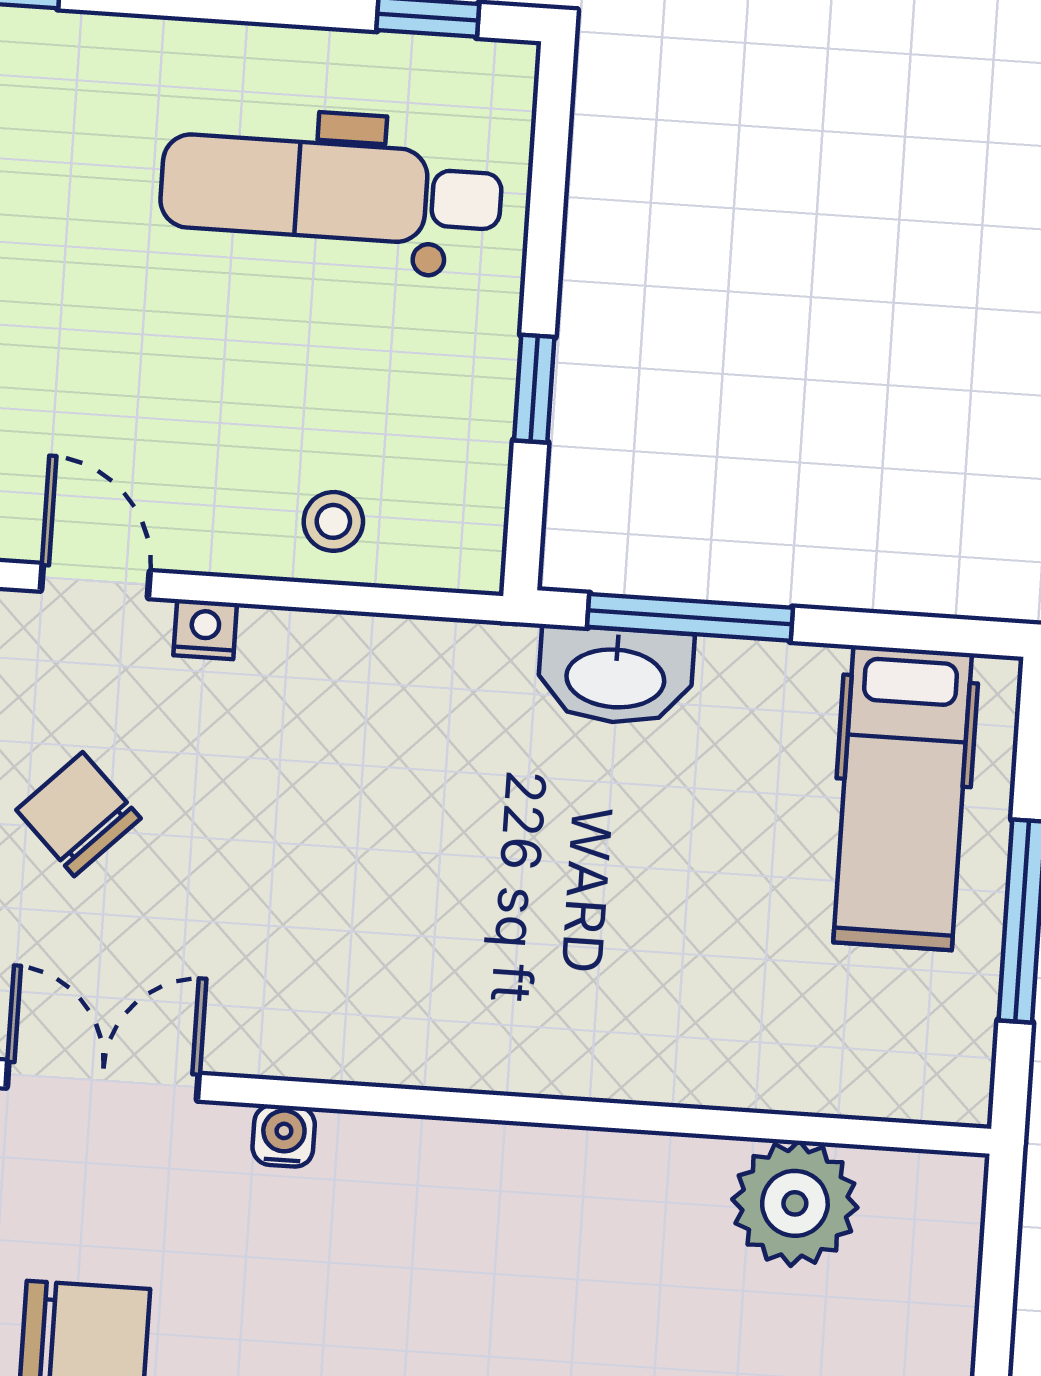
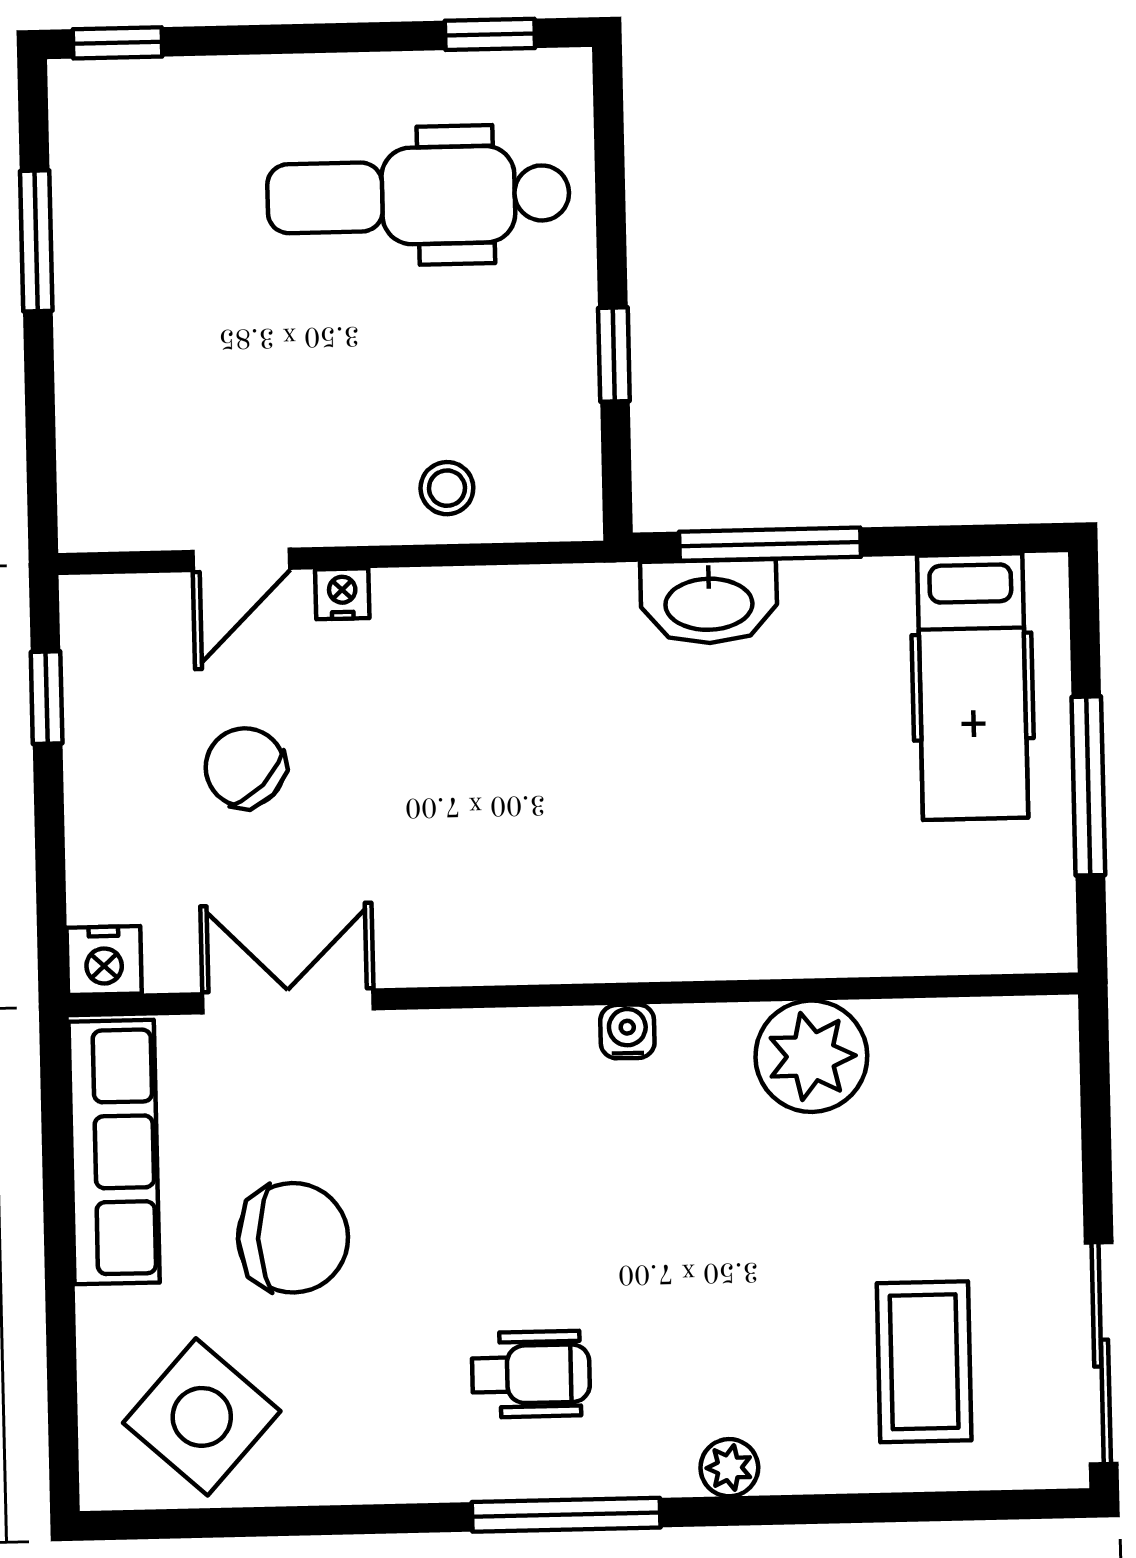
door: (95, 581) -> (241, 560), swing flipped
water cooler: (284, 1136) -> (627, 1031), moved
plant: (795, 1203) -> (811, 1056), moved

